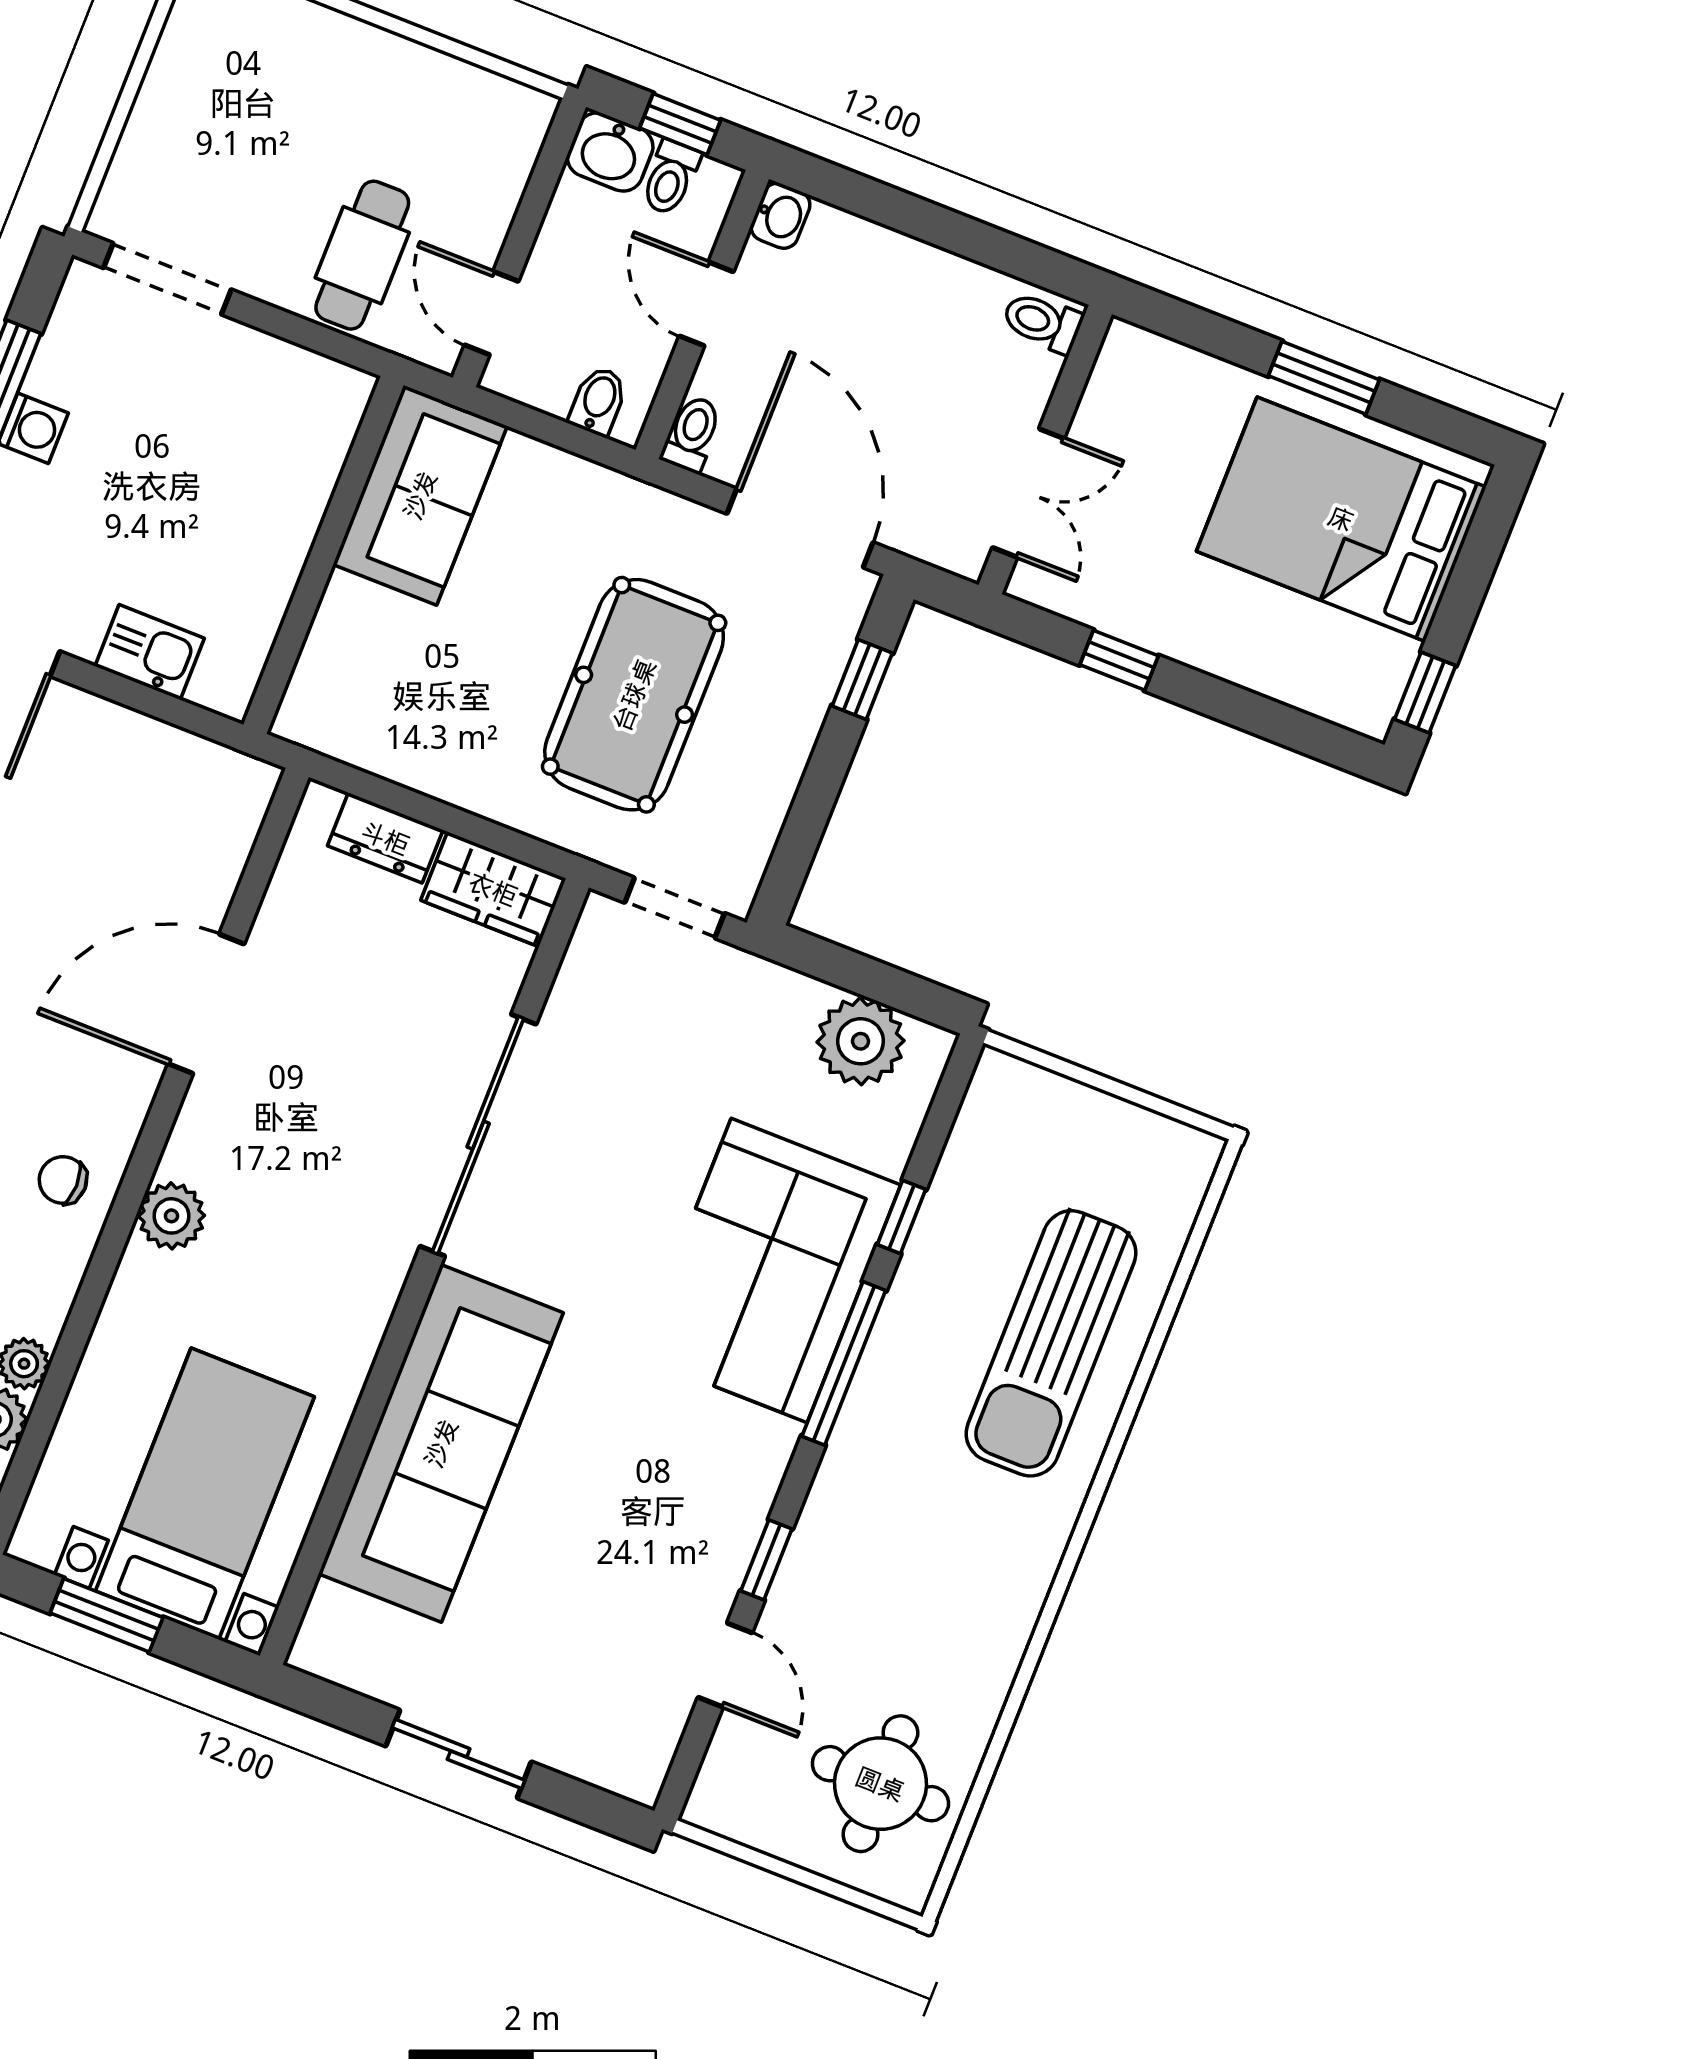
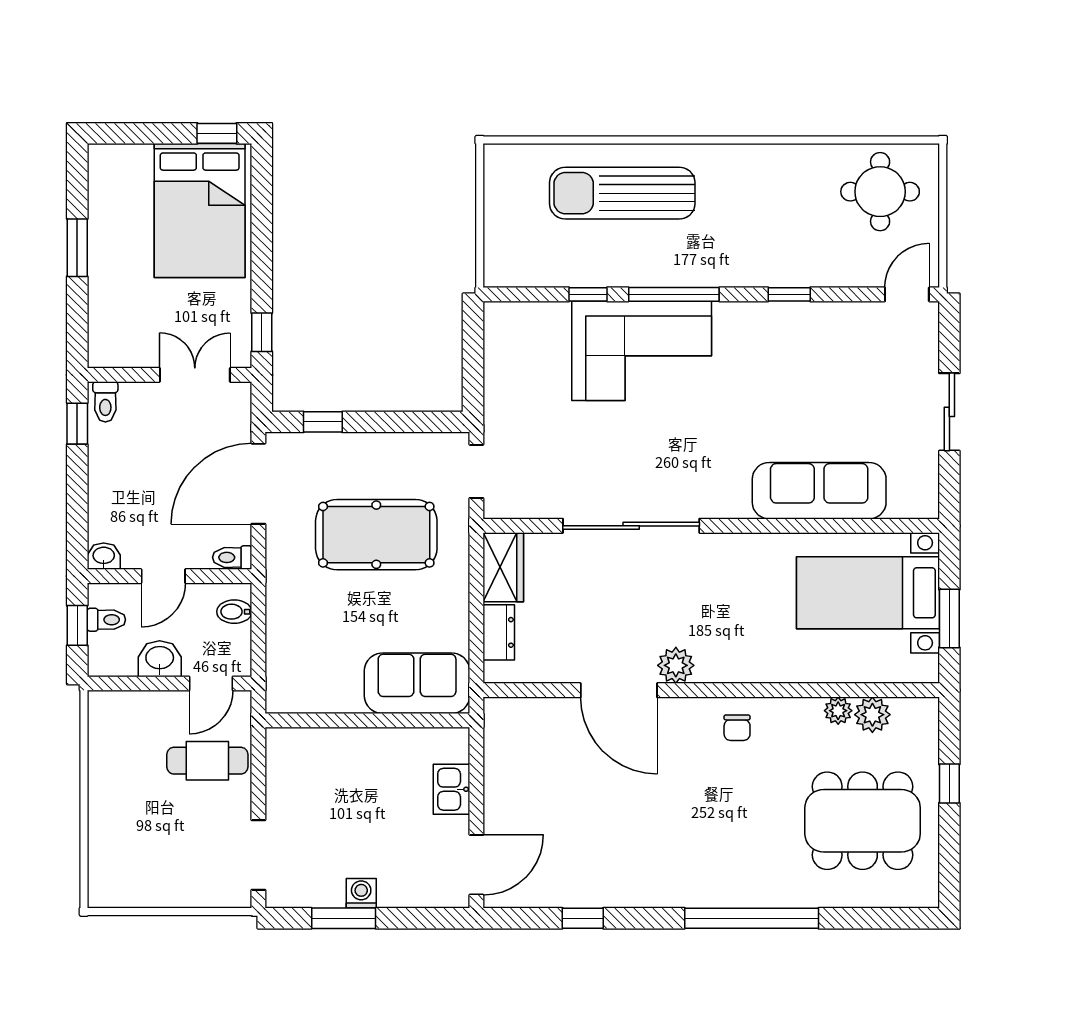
washbasin: (610, 152) -> (160, 659), moved, turned -90
window: (1024, 260) -> (77, 424), added
sofa: (420, 495) -> (417, 683), moved
bed: (1341, 519) -> (200, 211), moved
window: (1119, 660) -> (262, 332), moved
plant: (861, 1041) -> (507, 350), removed
plant: (171, 1216) -> (676, 665), moved
sun lounger: (1051, 1343) -> (622, 193), turned 180
sofa: (441, 1443) -> (819, 491), width x0.74, depth x0.79
door: (725, 1665) -> (907, 294), moved

